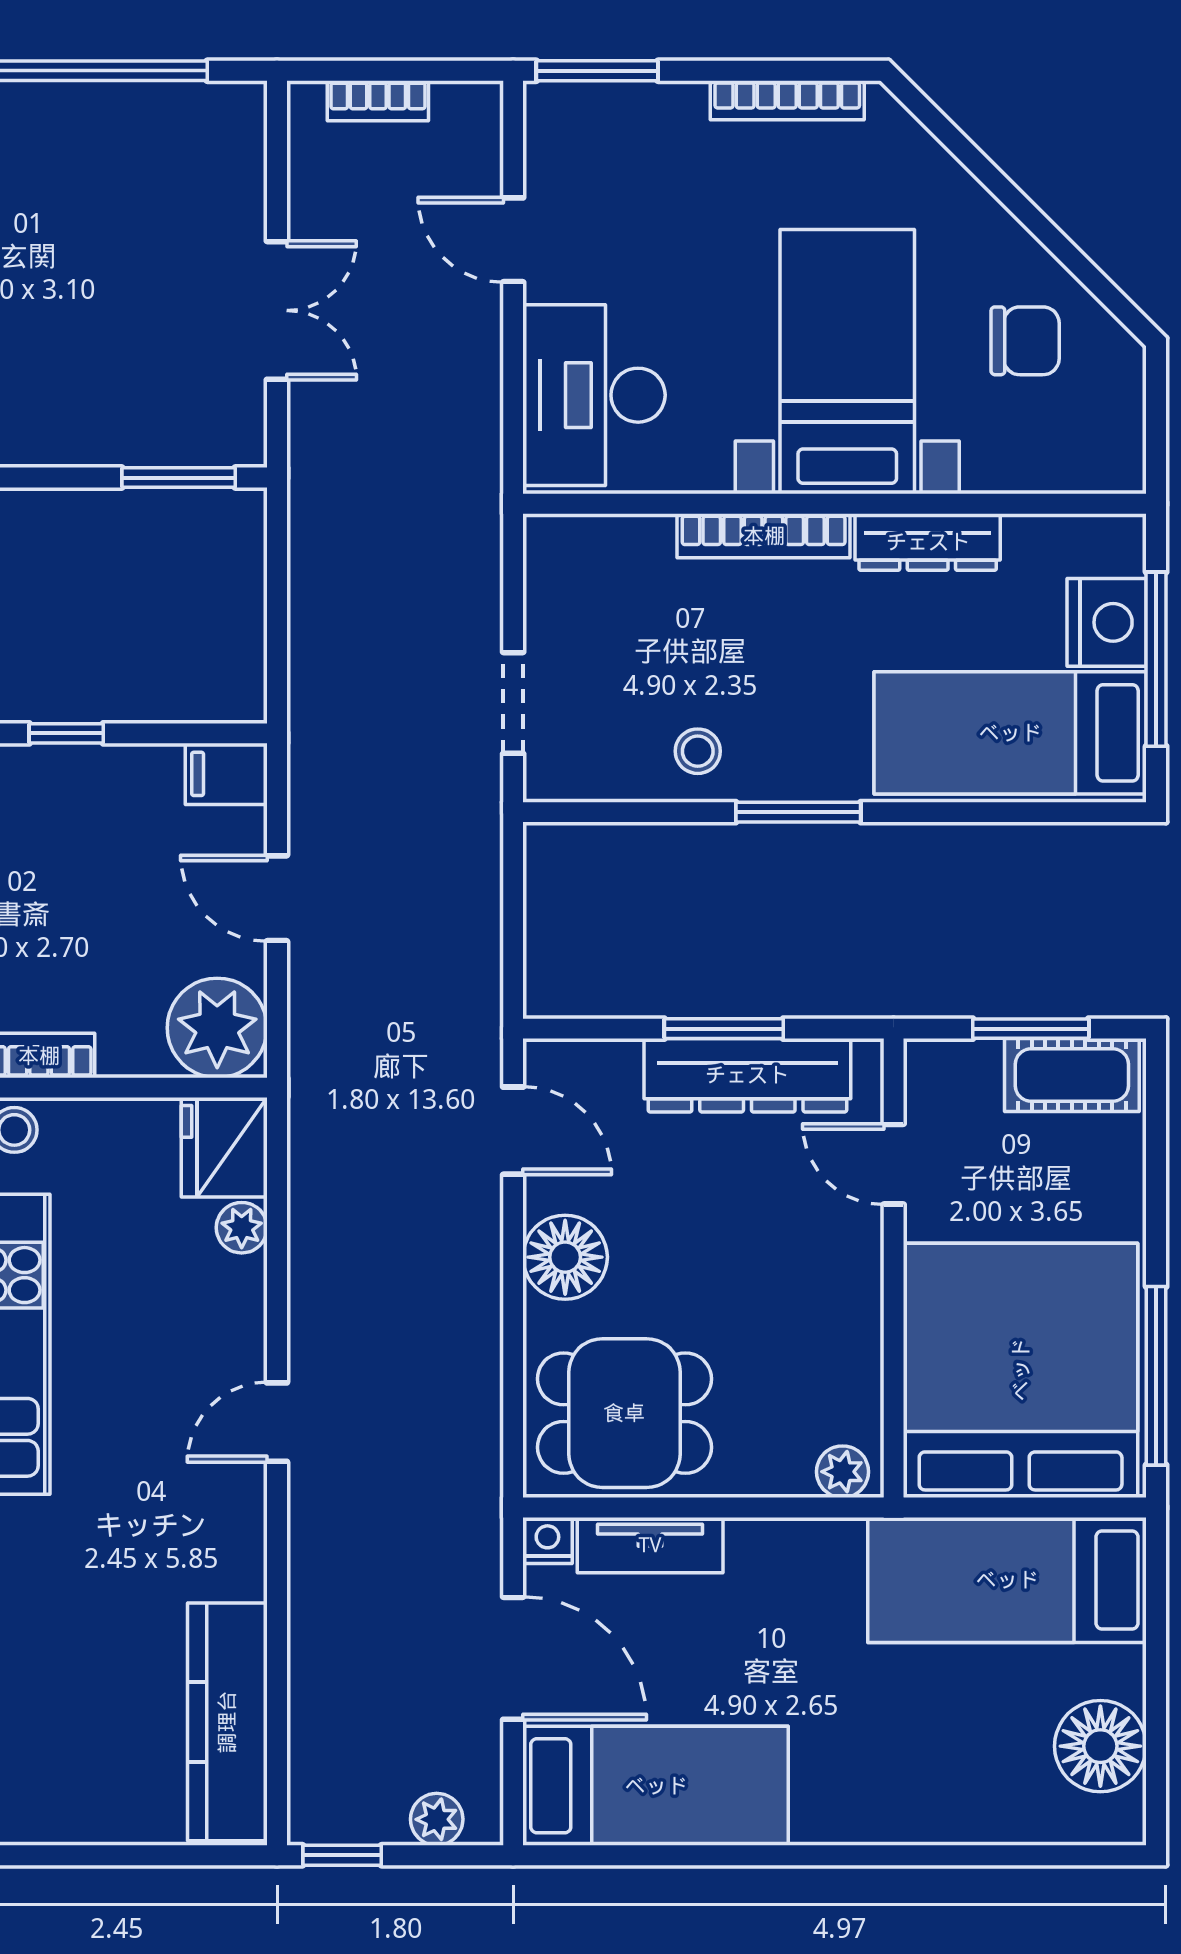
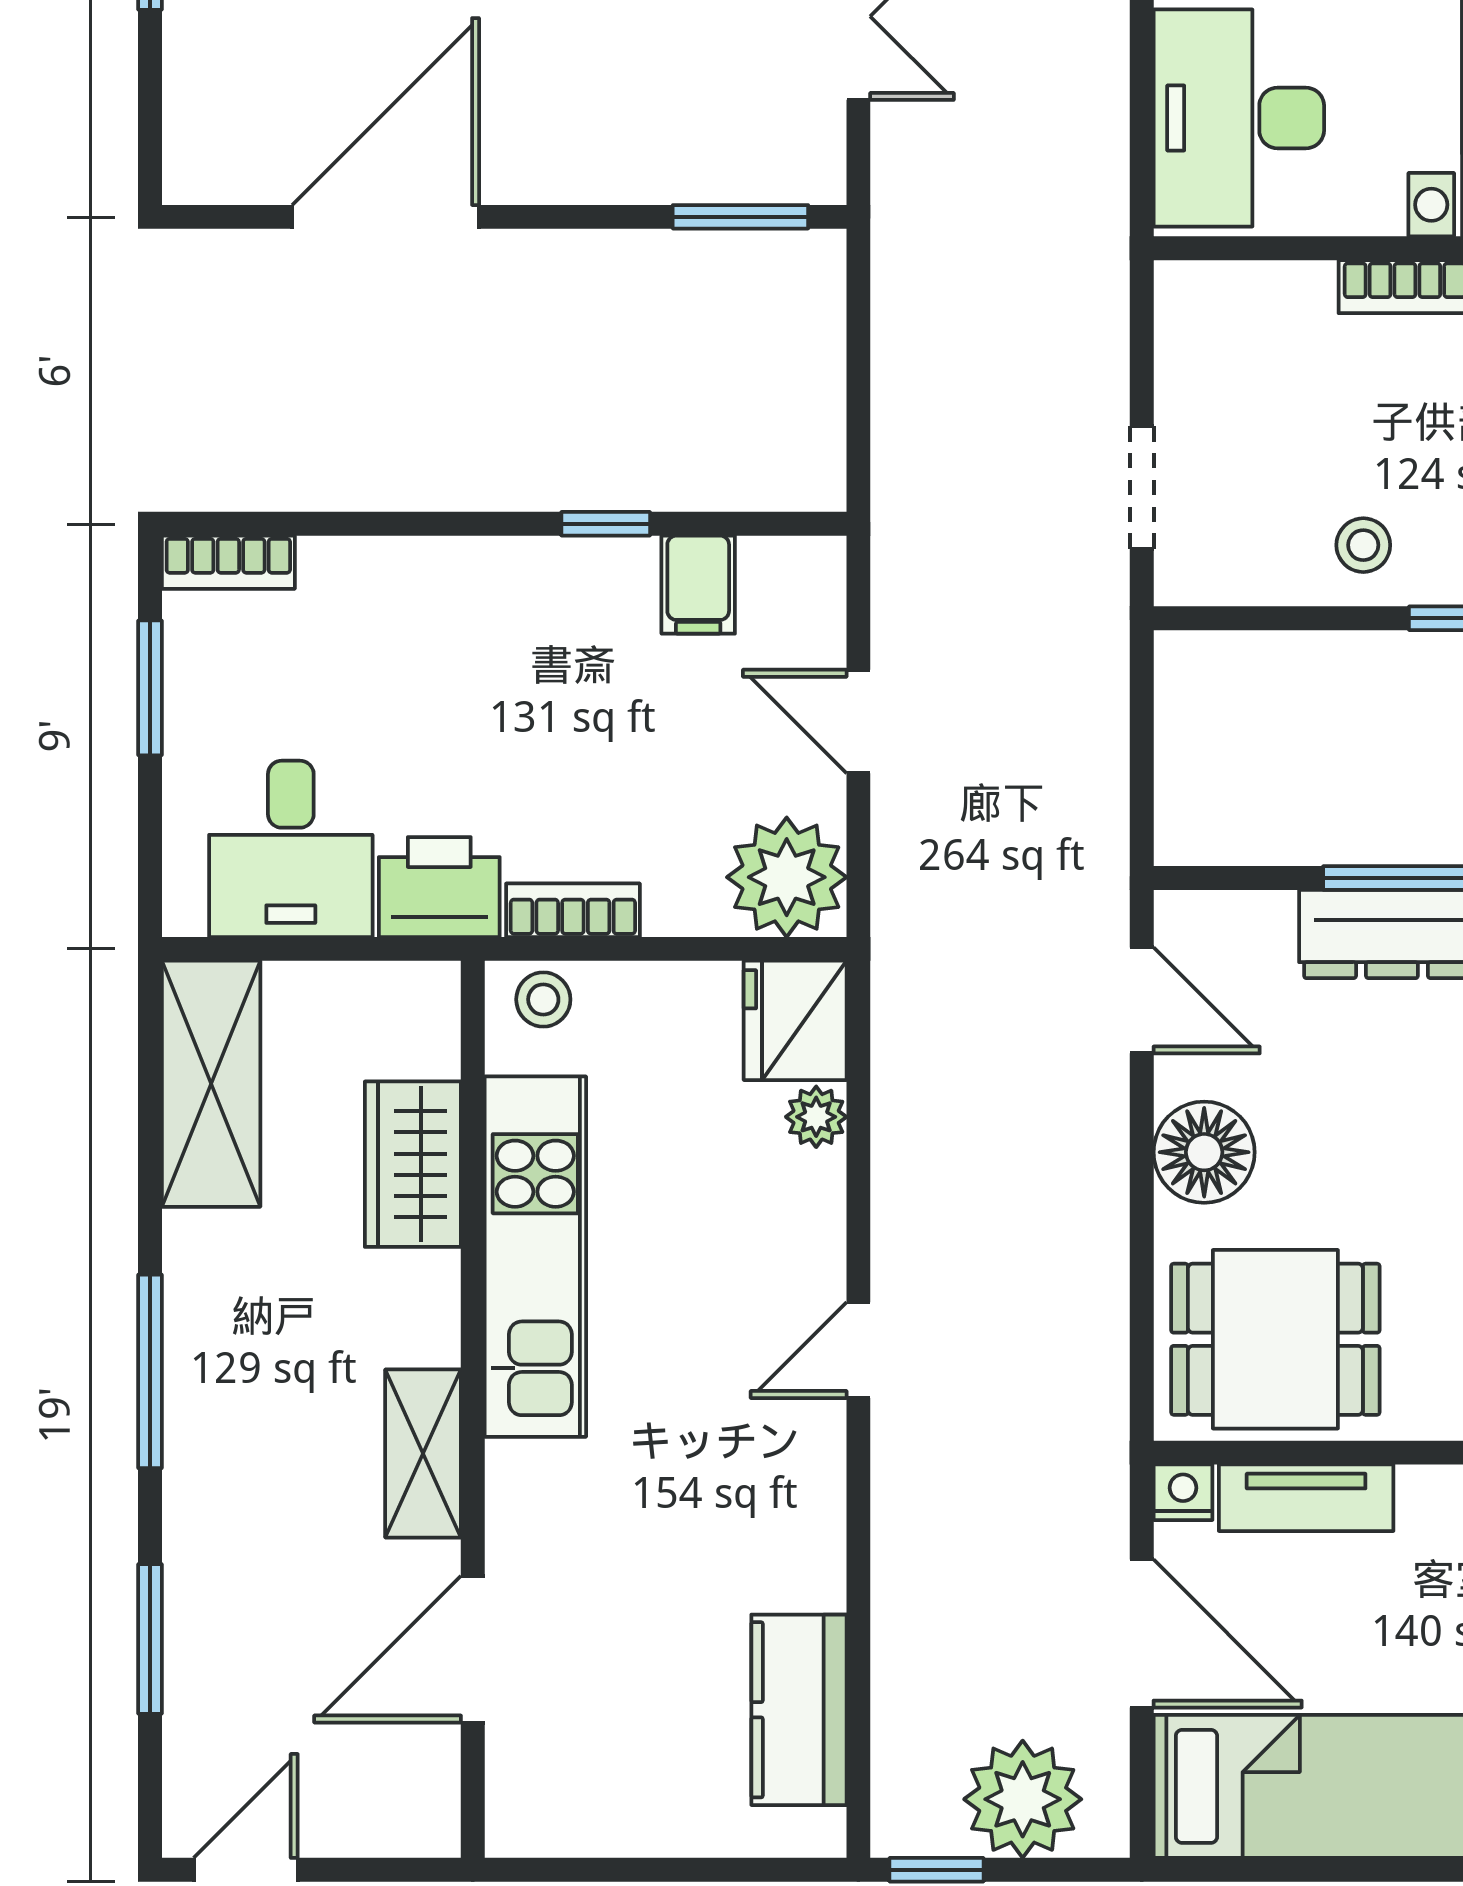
filing cabinet: (226, 774) -> (698, 585), moved, turned -90
kitchen counter: (227, 1722) -> (799, 1710), width x0.67
plant: (437, 1819) -> (1023, 1799), width x1.88, depth x1.88

